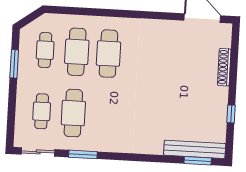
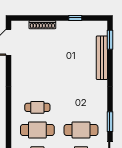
cafe table: (108, 54) -> (37, 107), width x0.73, depth x0.74
bench: (195, 149) -> (102, 58), moved

